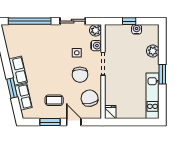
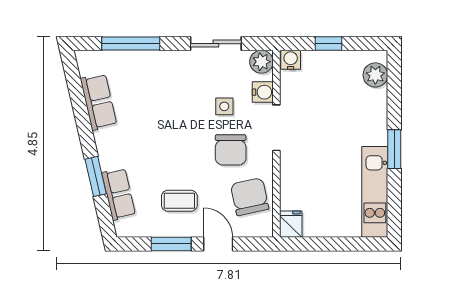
window: (30, 21) -> (131, 44), width x0.68
water cooler: (137, 29) -> (291, 60), moved
plant: (153, 51) -> (375, 75), moved
row of seats: (18, 71) -> (99, 102), moved

